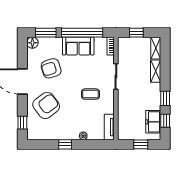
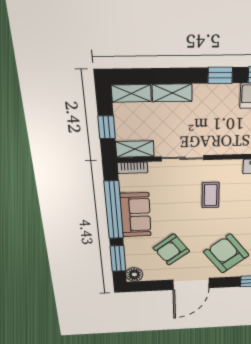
shelving: (123, 48) -> (135, 149), added
armchair: (51, 68) -> (171, 250), turned 71

